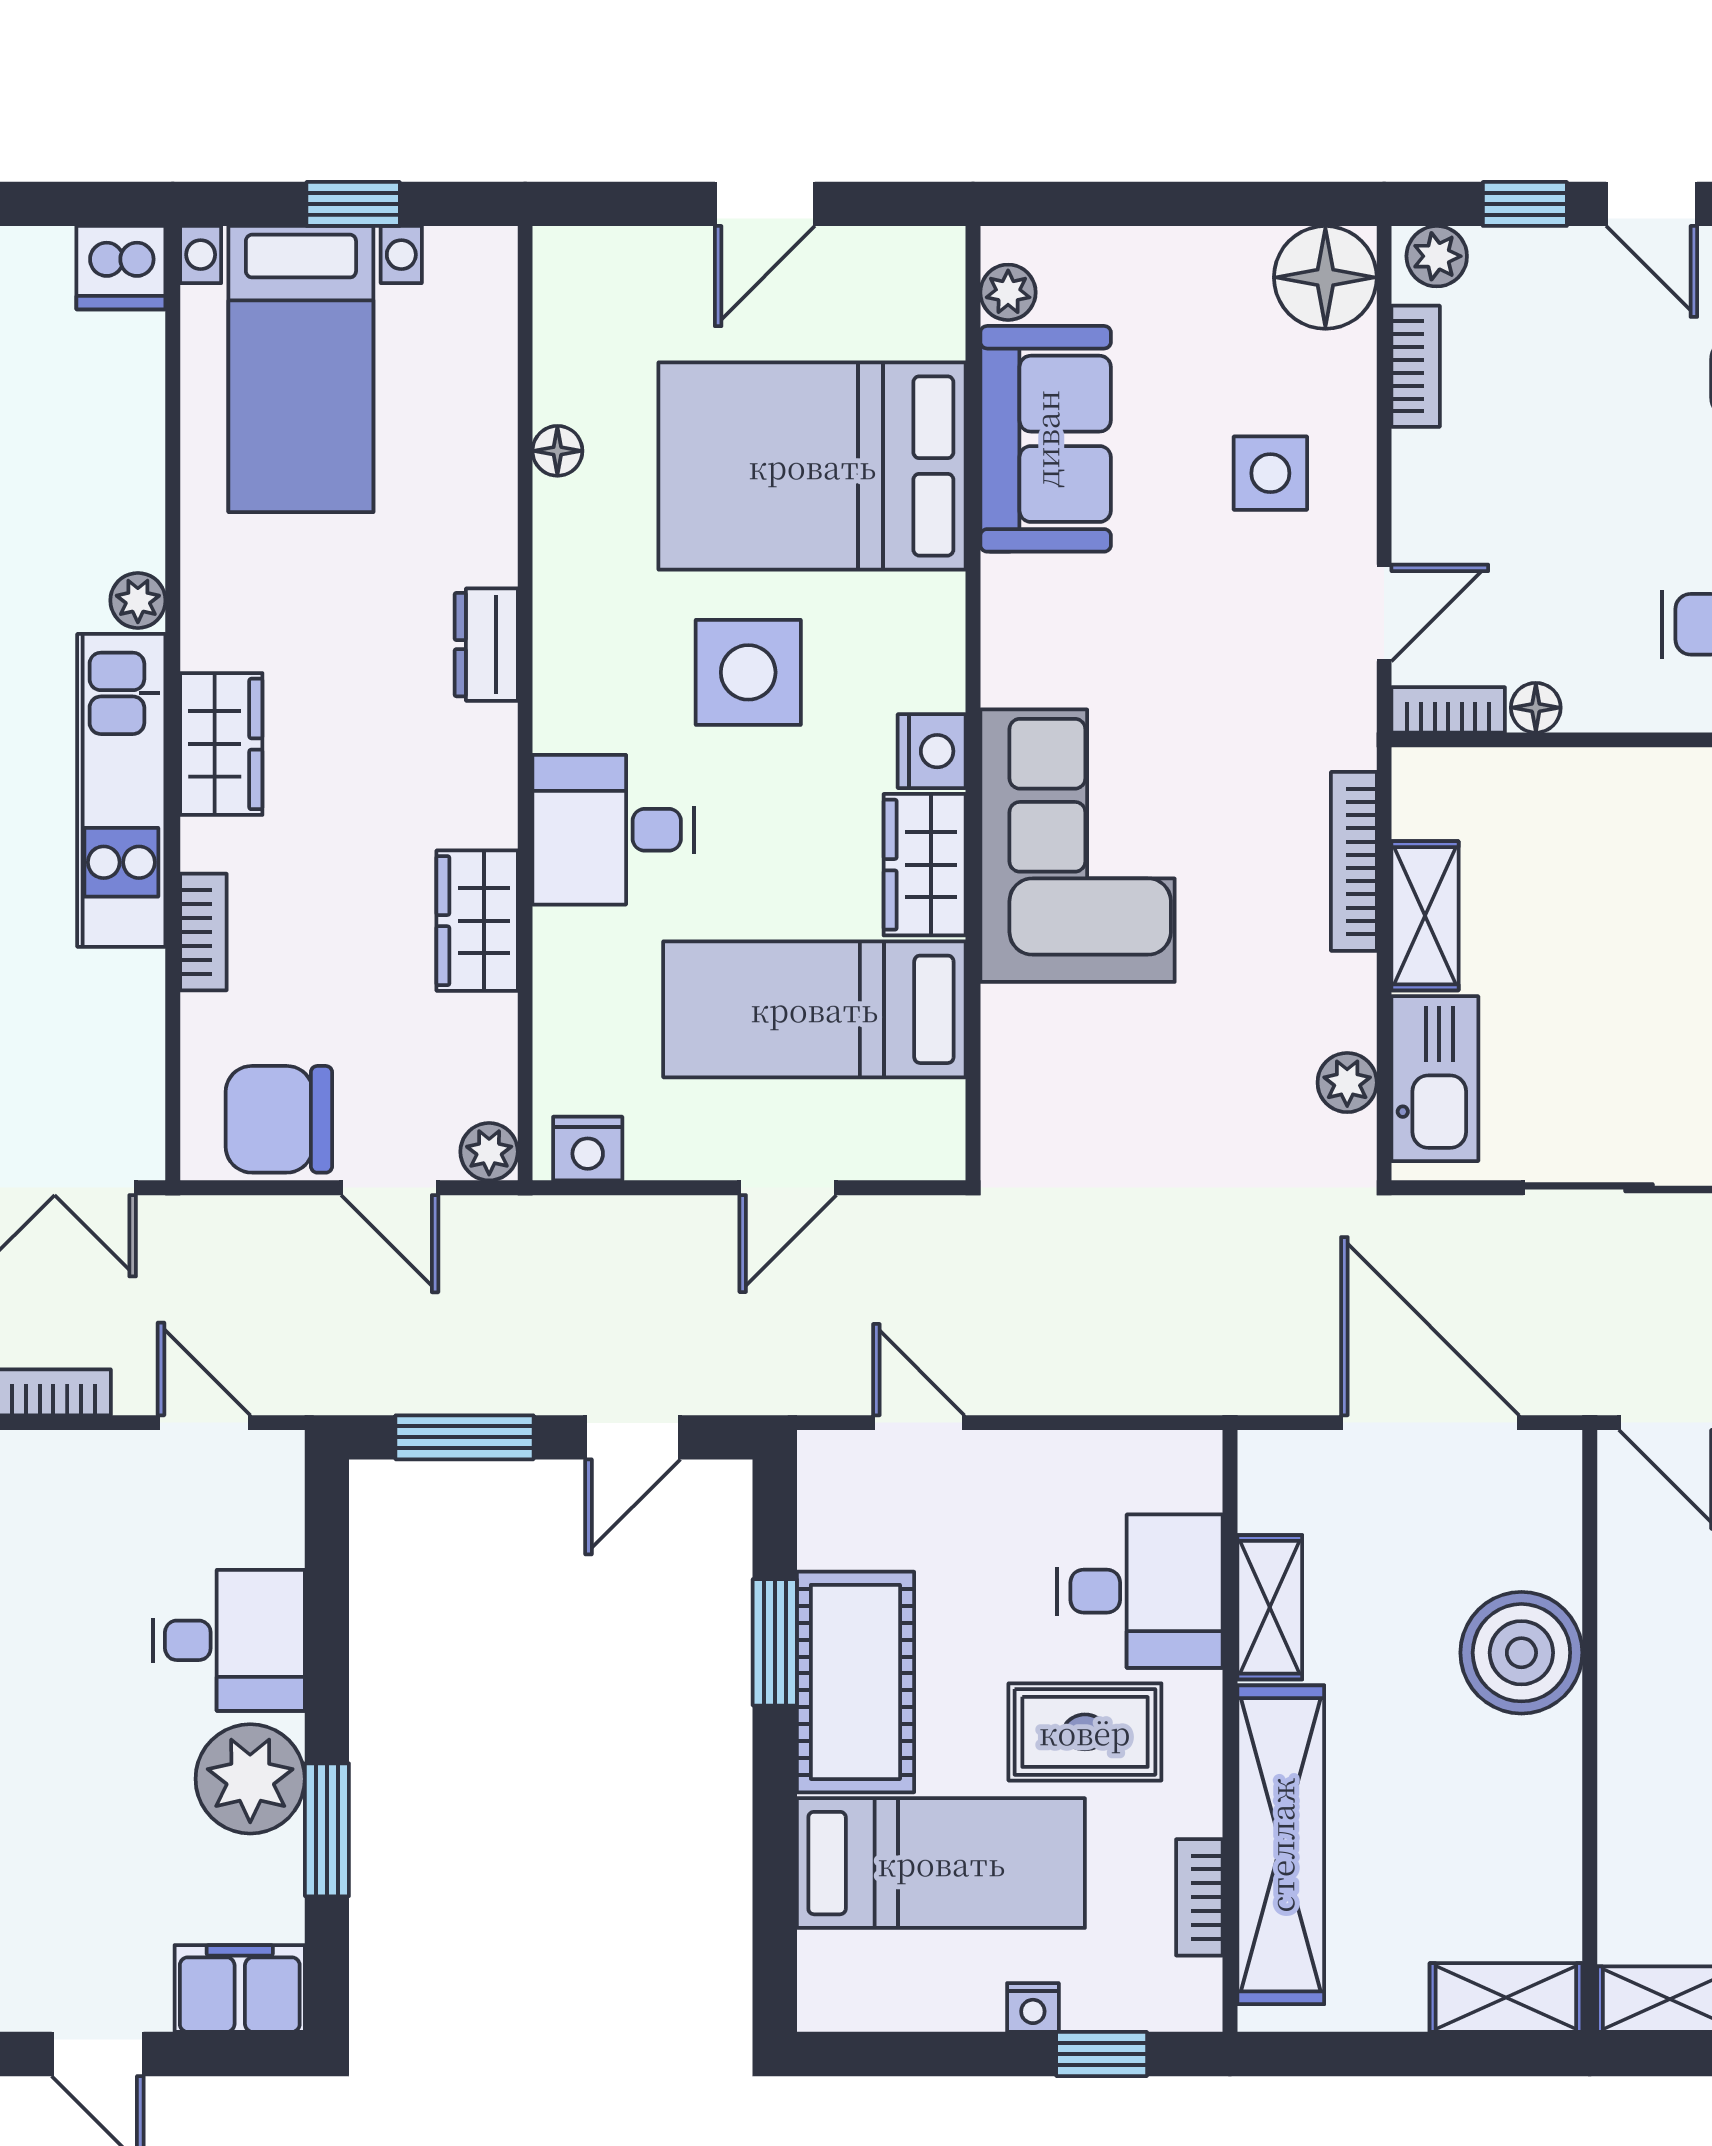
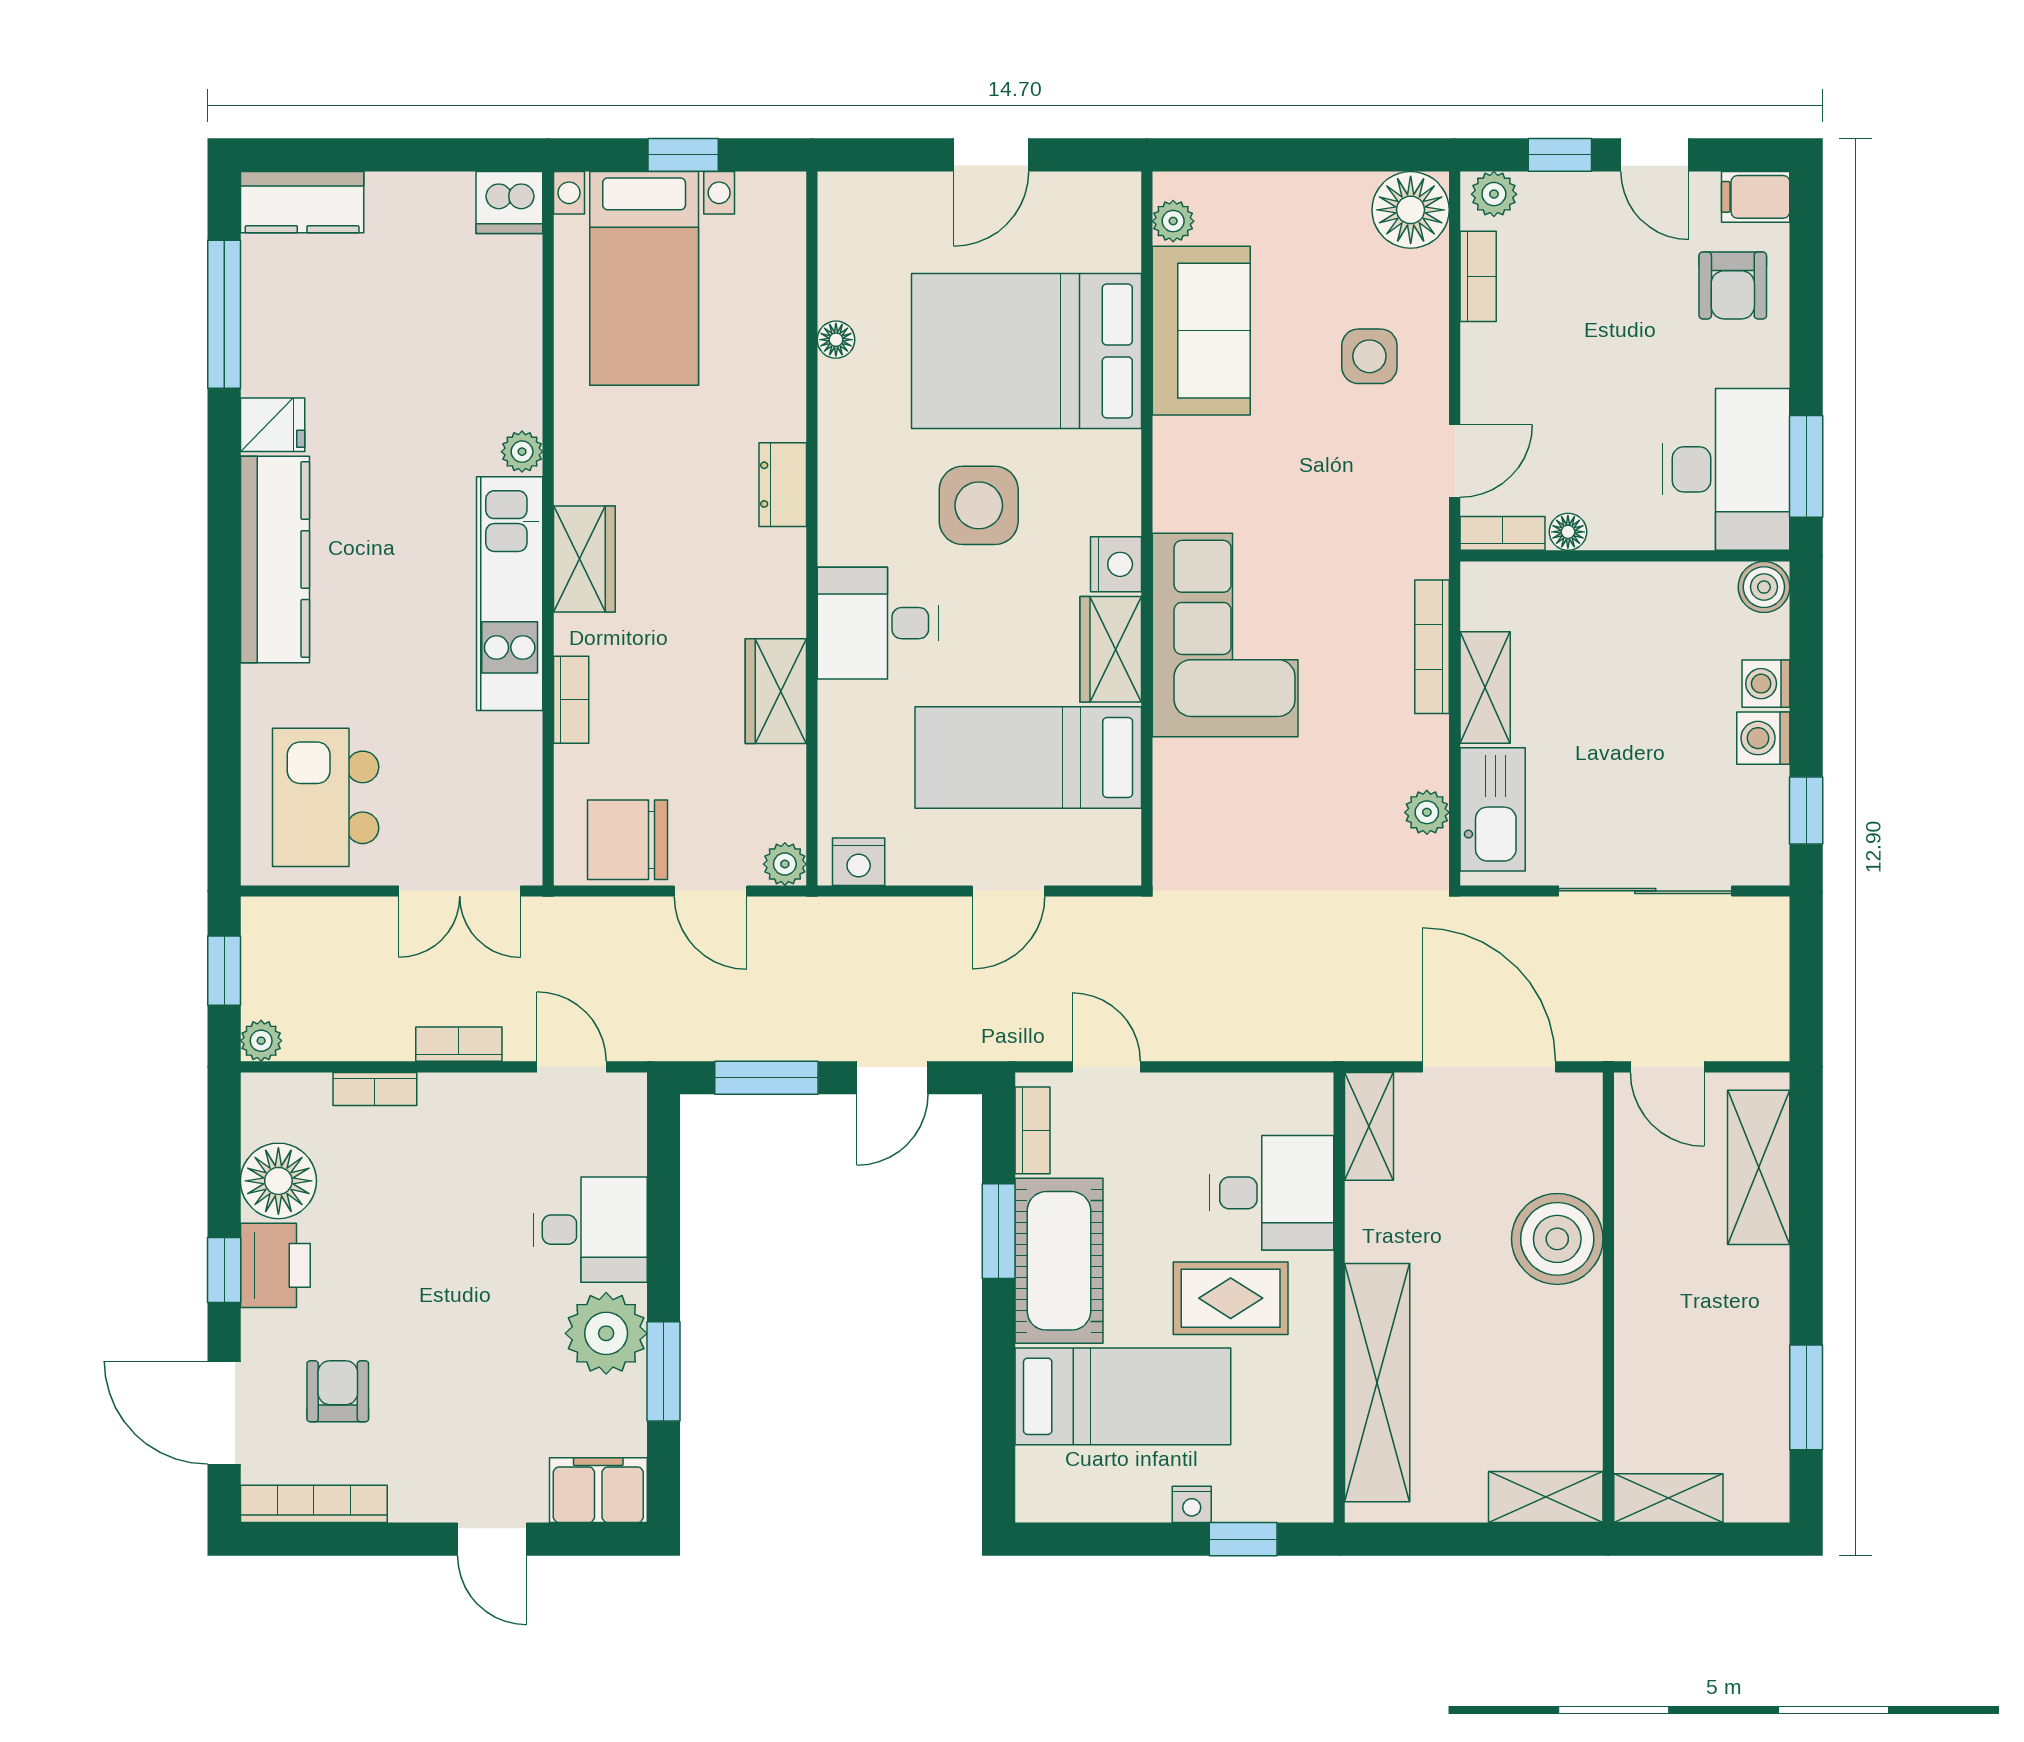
shelving: (1270, 1607) -> (1369, 1126), moved
bookcase: (1199, 1897) -> (1032, 1130), moved, turned 180

